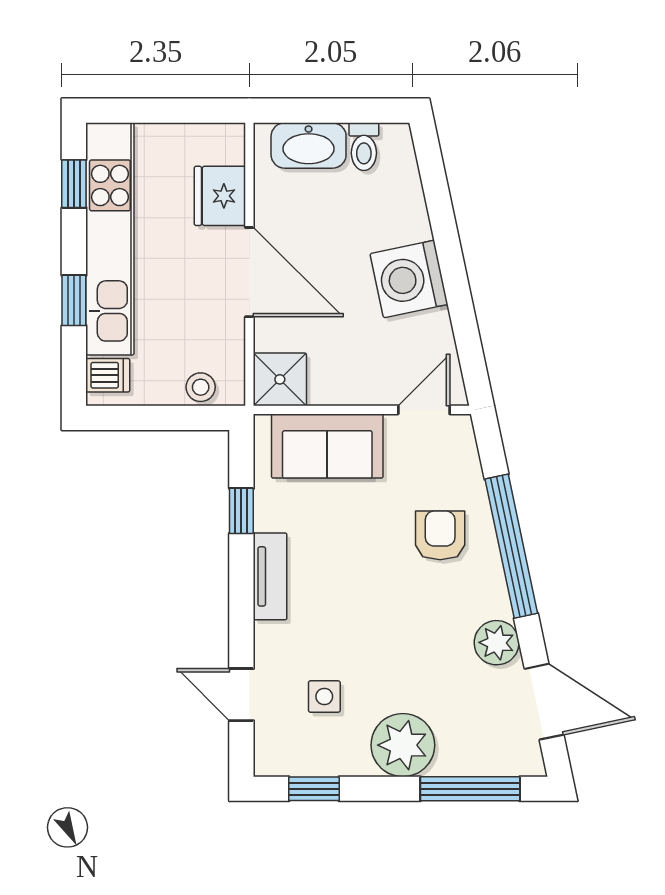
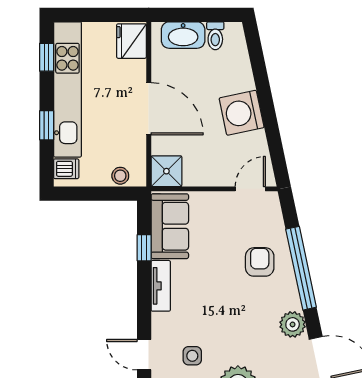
fridge: (220, 196) -> (131, 41), moved
sofa: (327, 446) -> (170, 226), moved, turned -90

